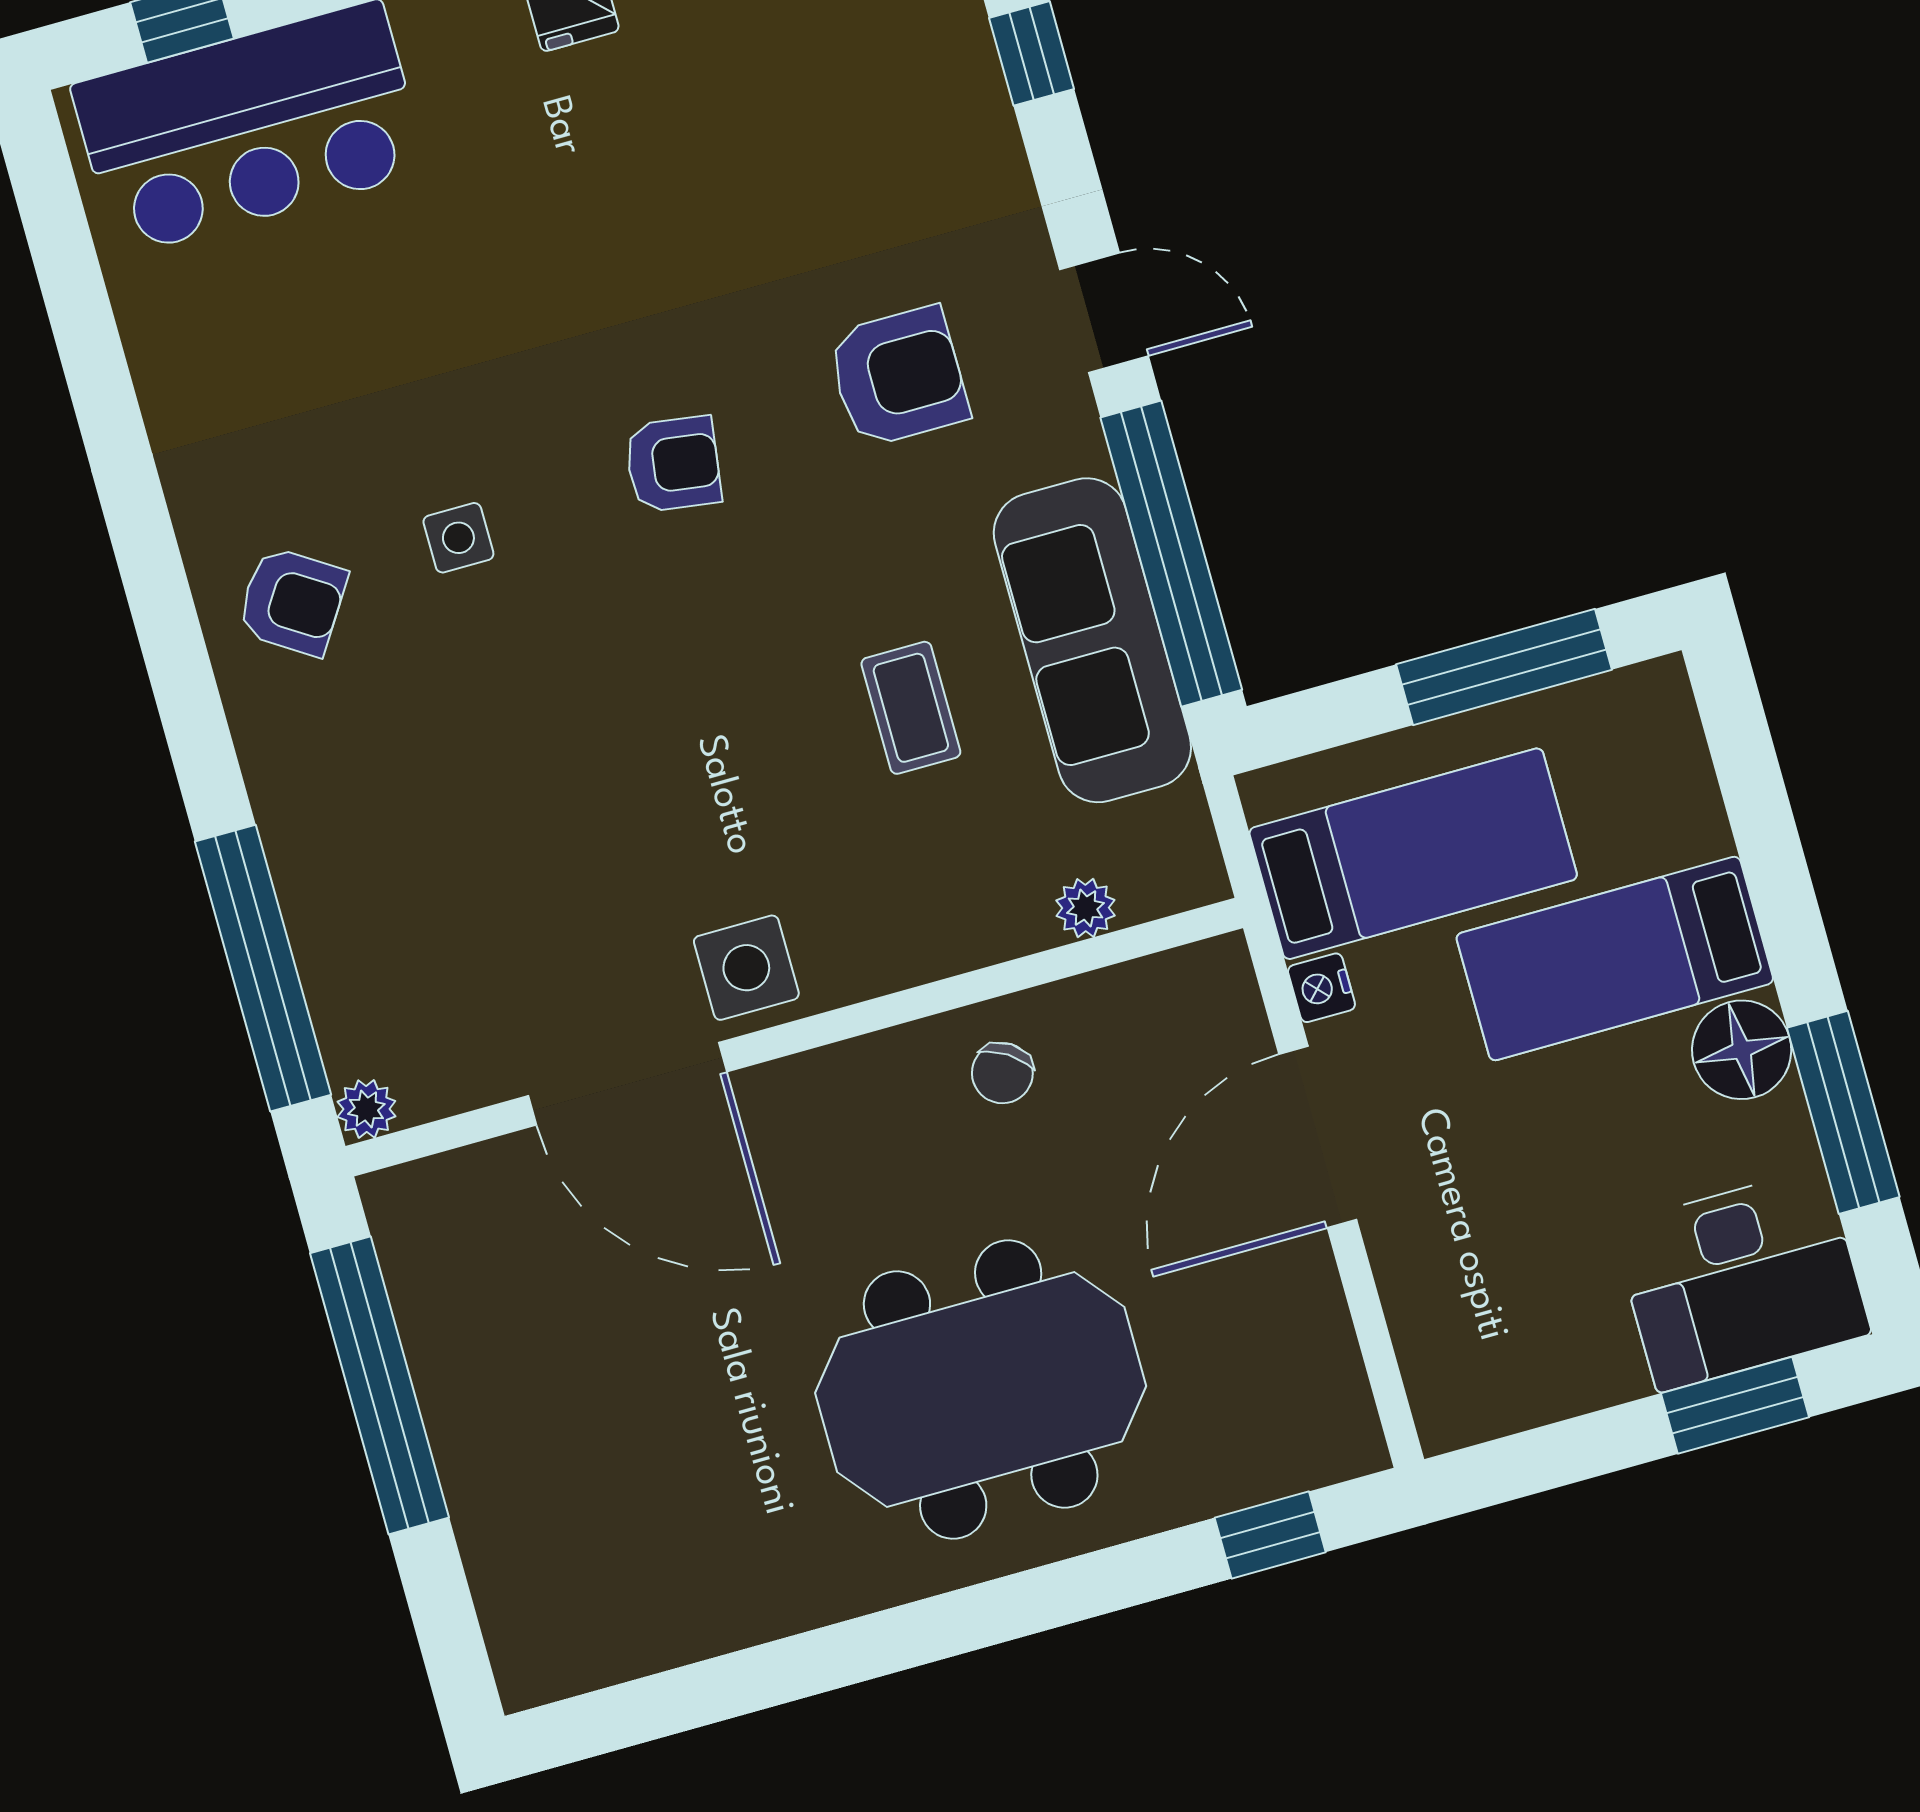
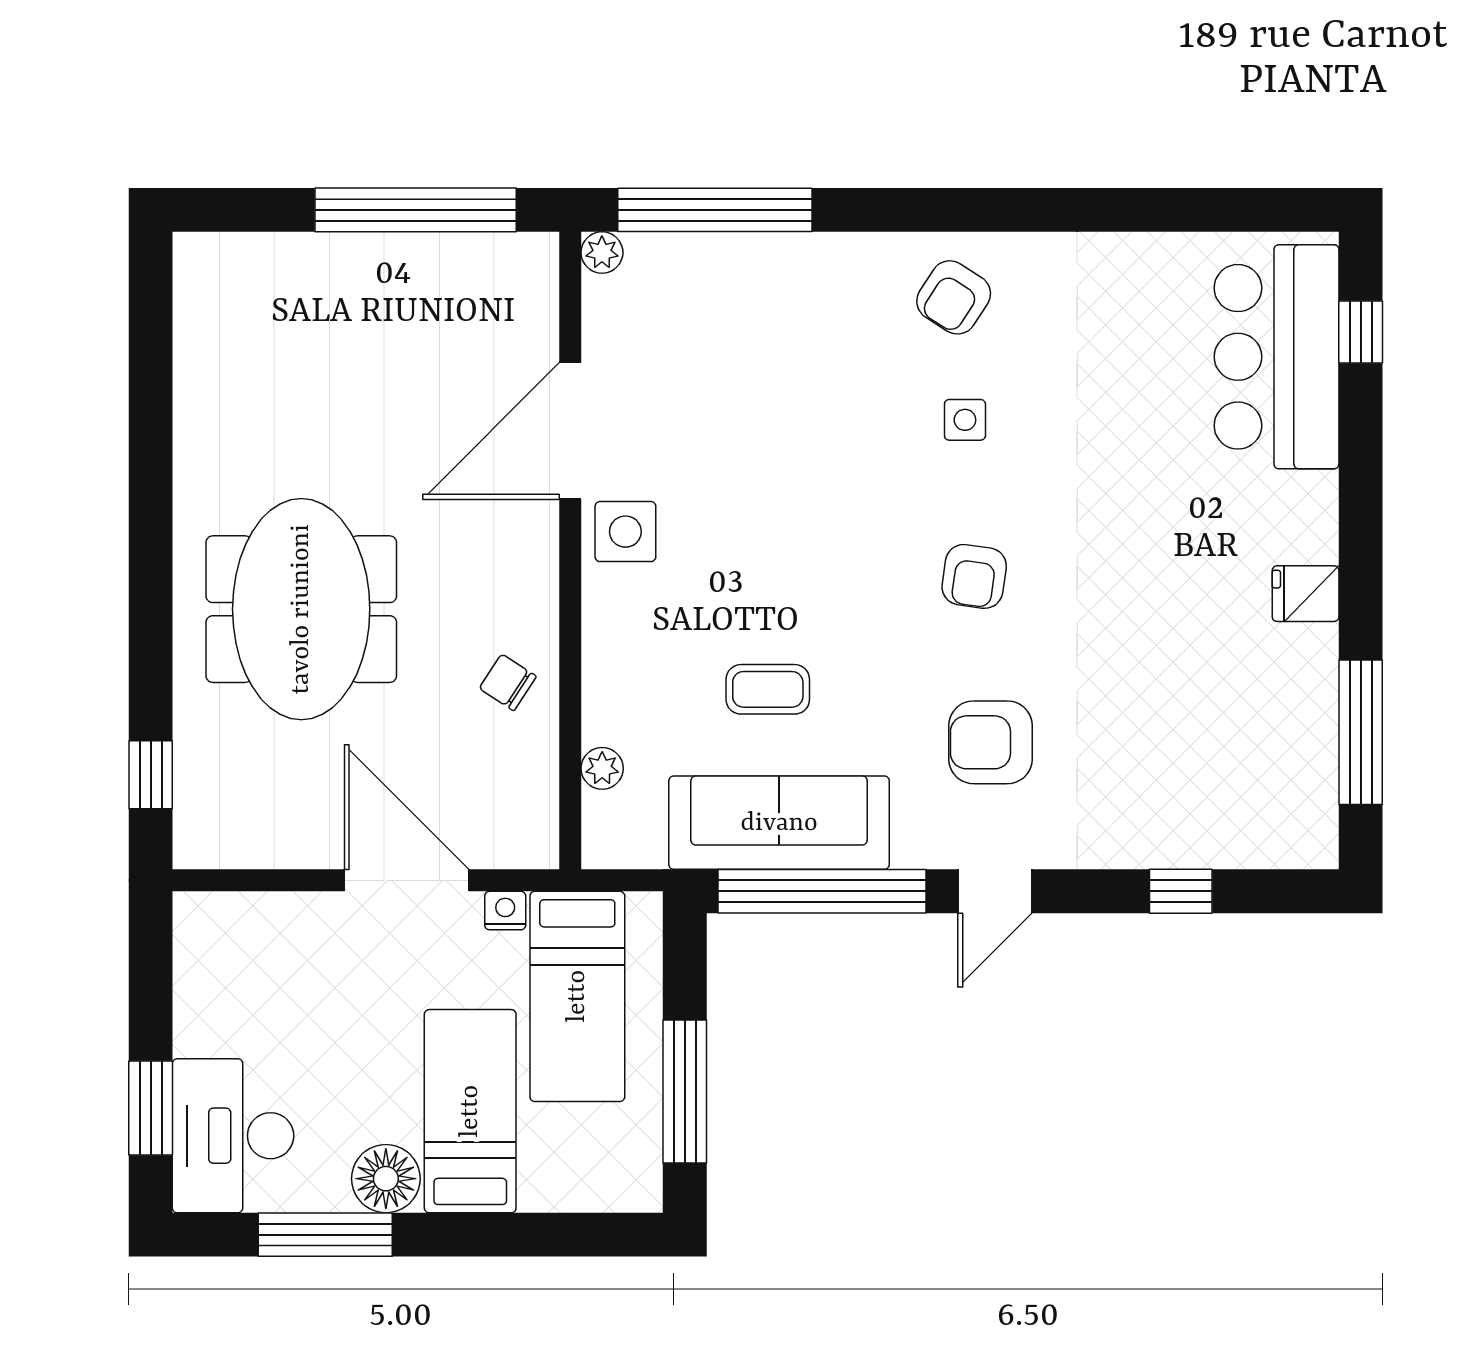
armchair: (898, 377) -> (990, 742), turned 90

